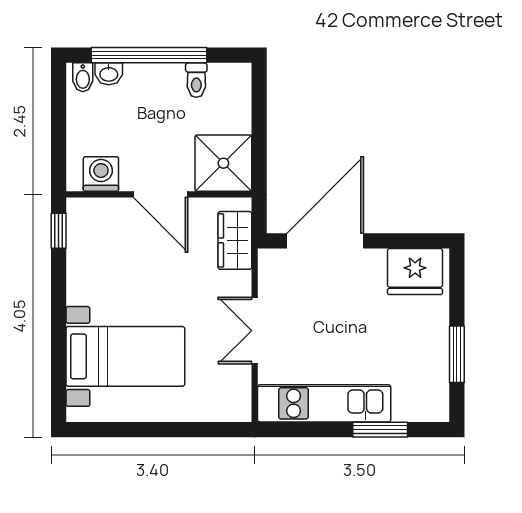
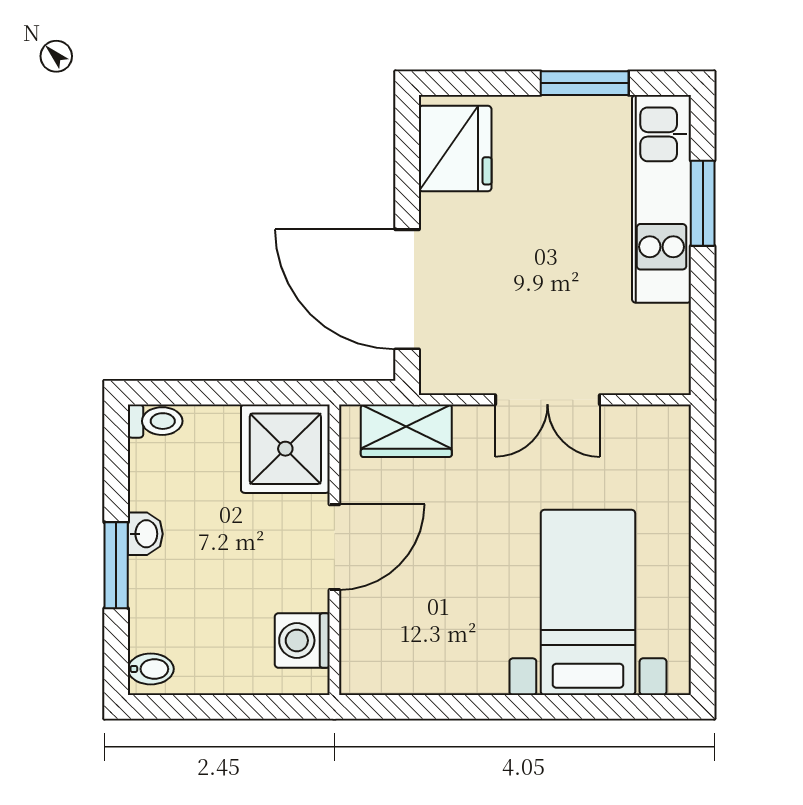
window: (149, 55) -> (116, 565), width x0.47
washbasin: (109, 74) -> (145, 534), moved
toilet: (196, 80) -> (155, 421), moved
window: (59, 231) -> (391, 707), removed
kitchen unit: (324, 403) -> (662, 199), moved

